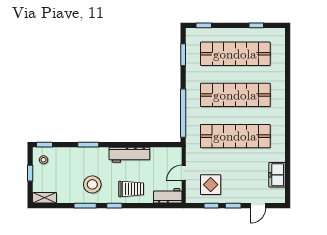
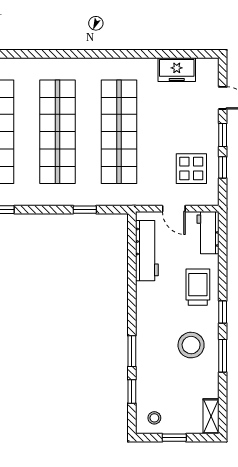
window: (183, 113) -> (85, 210), width x0.32
window: (44, 145) -> (132, 391), moved
workbench: (129, 155) -> (147, 251), moved

